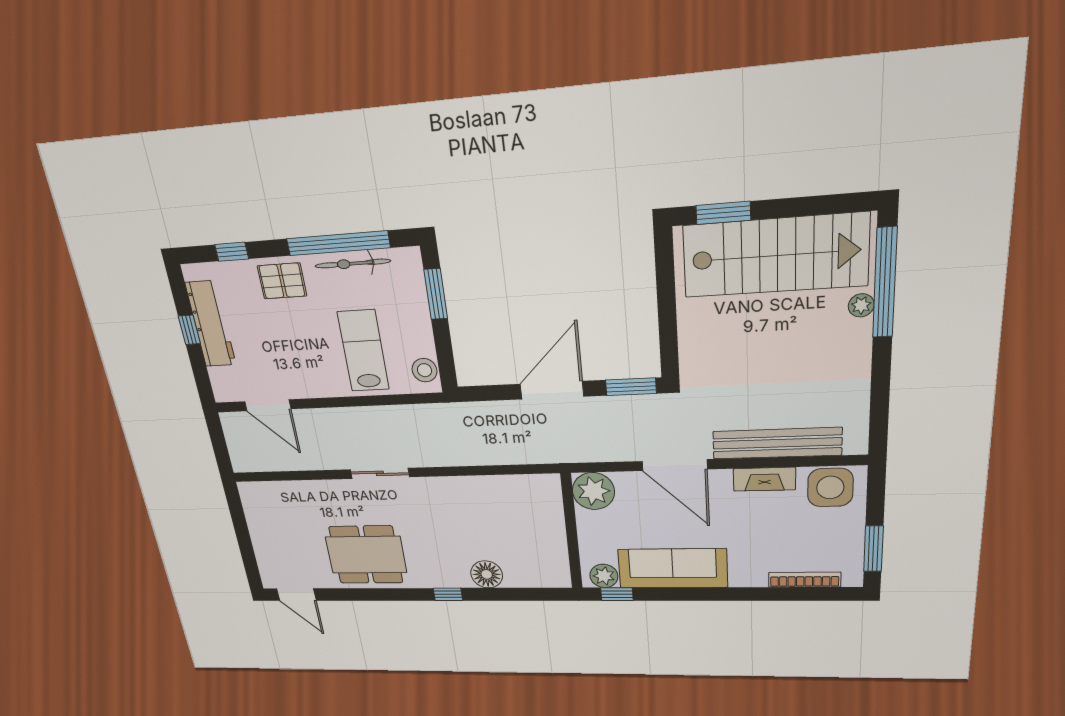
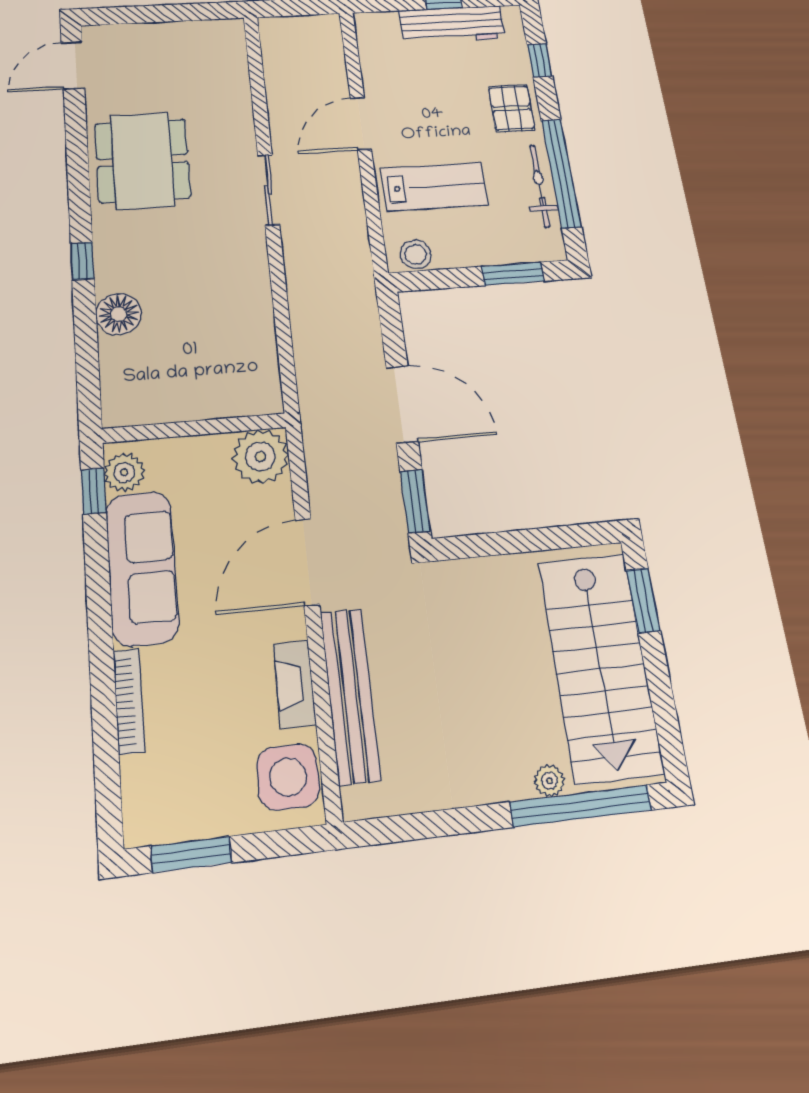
door: (268, 405) -> (361, 124), moved
bookcase: (805, 580) -> (129, 701), moved

